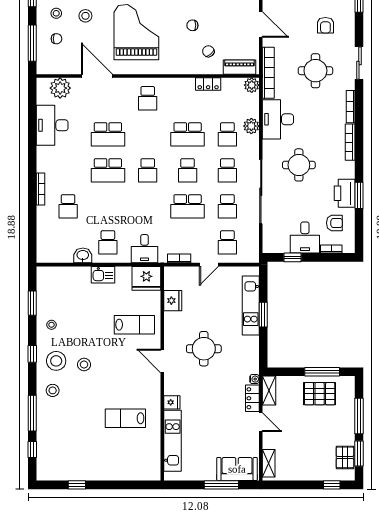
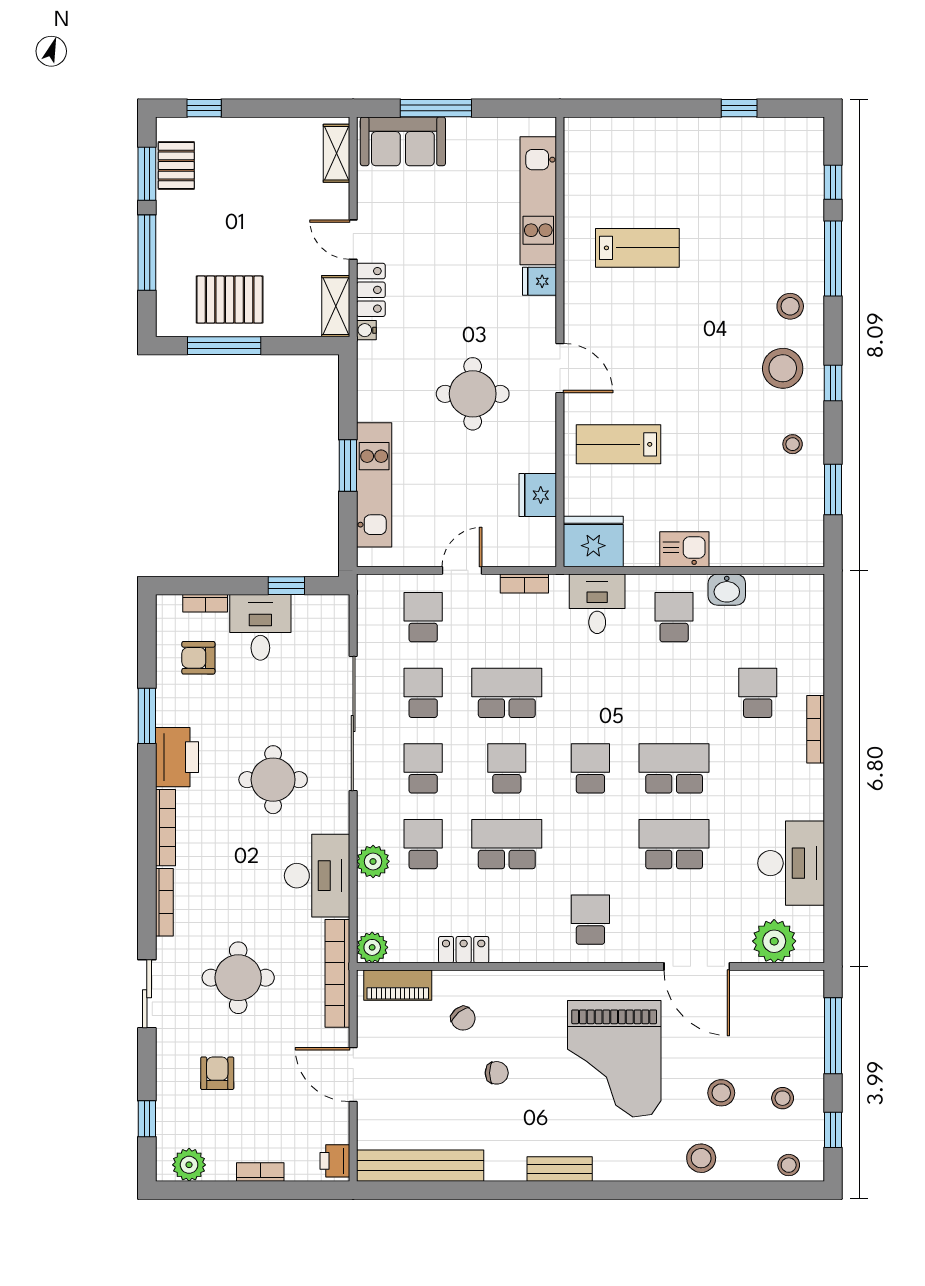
chair: (57, 39) -> (782, 1045), removed
printer: (345, 193) -> (177, 757), moved
stool: (84, 365) -> (724, 361), removed

